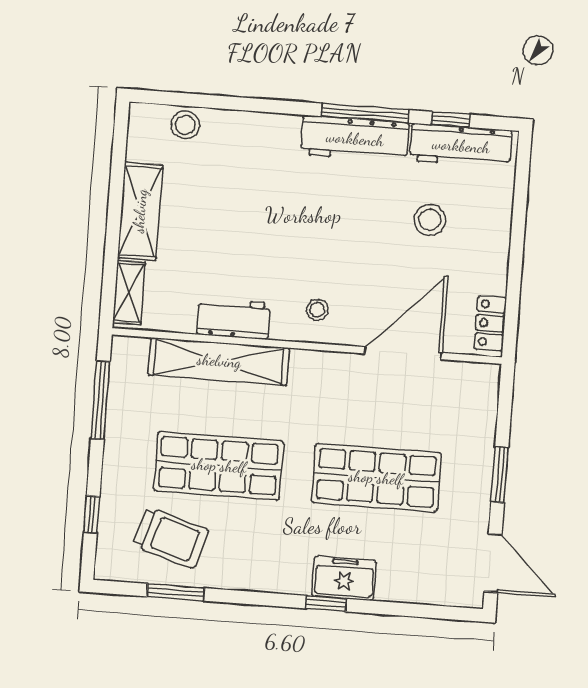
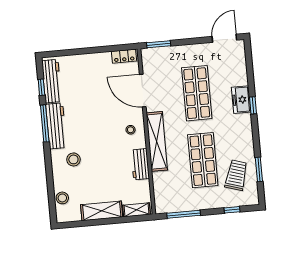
stool: (430, 220) -> (73, 159), moved
shelving: (219, 361) -> (157, 141), moved
window: (500, 475) -> (159, 44), moved

